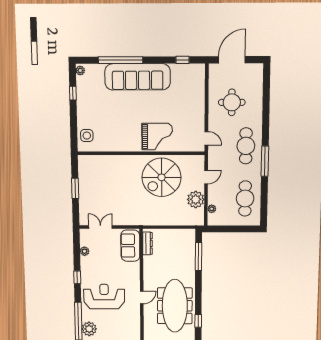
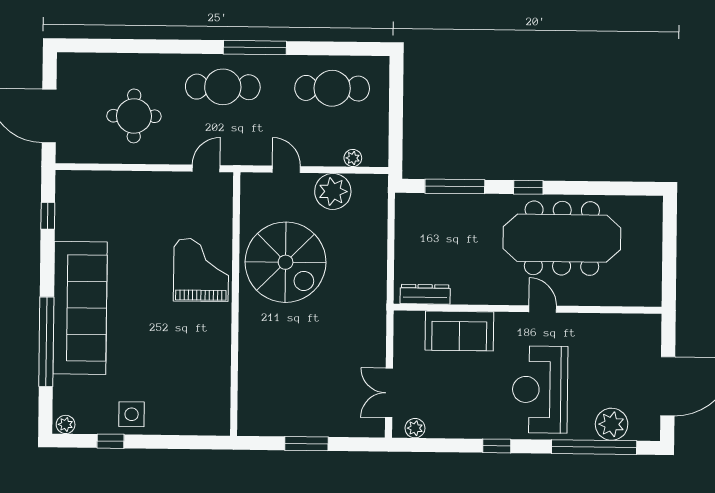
side table: (87, 136) -> (132, 414), moved
sofa: (130, 246) -> (459, 331), moved
plant: (85, 251) -> (415, 428), moved
window: (198, 321) -> (528, 187), moved

